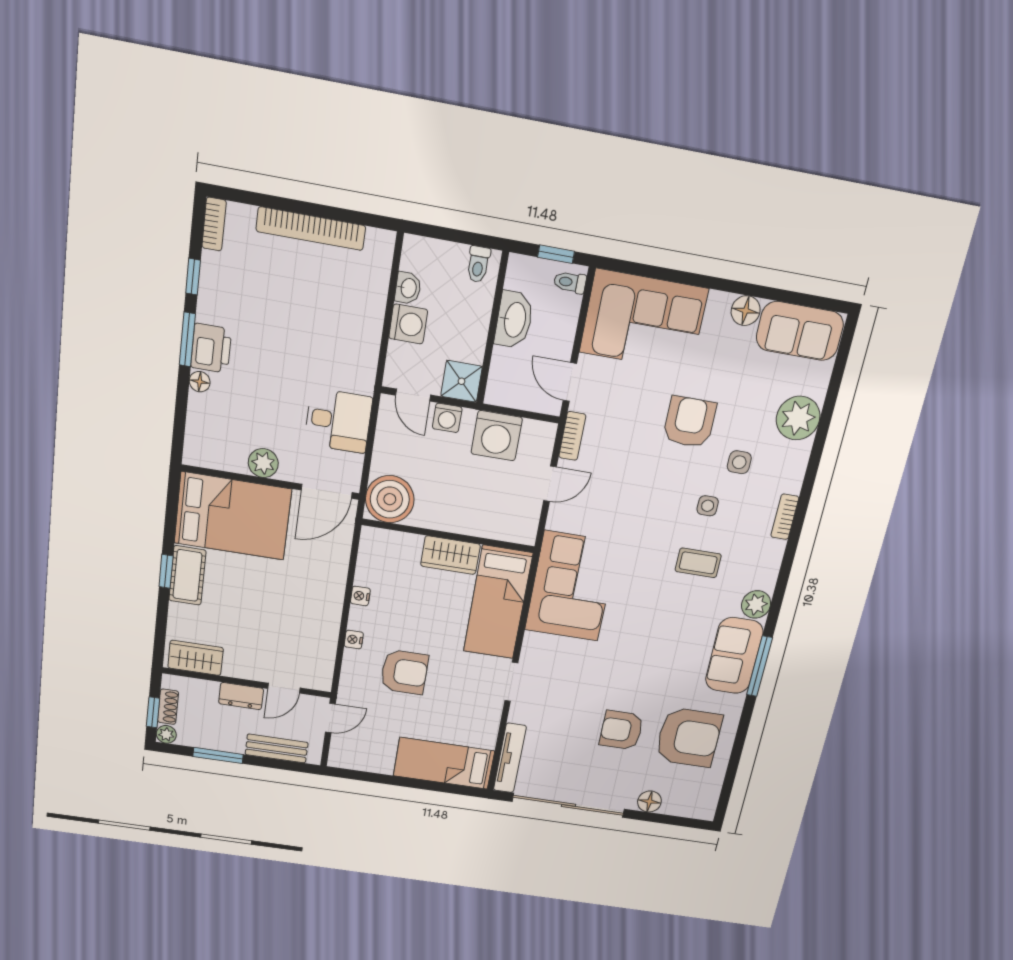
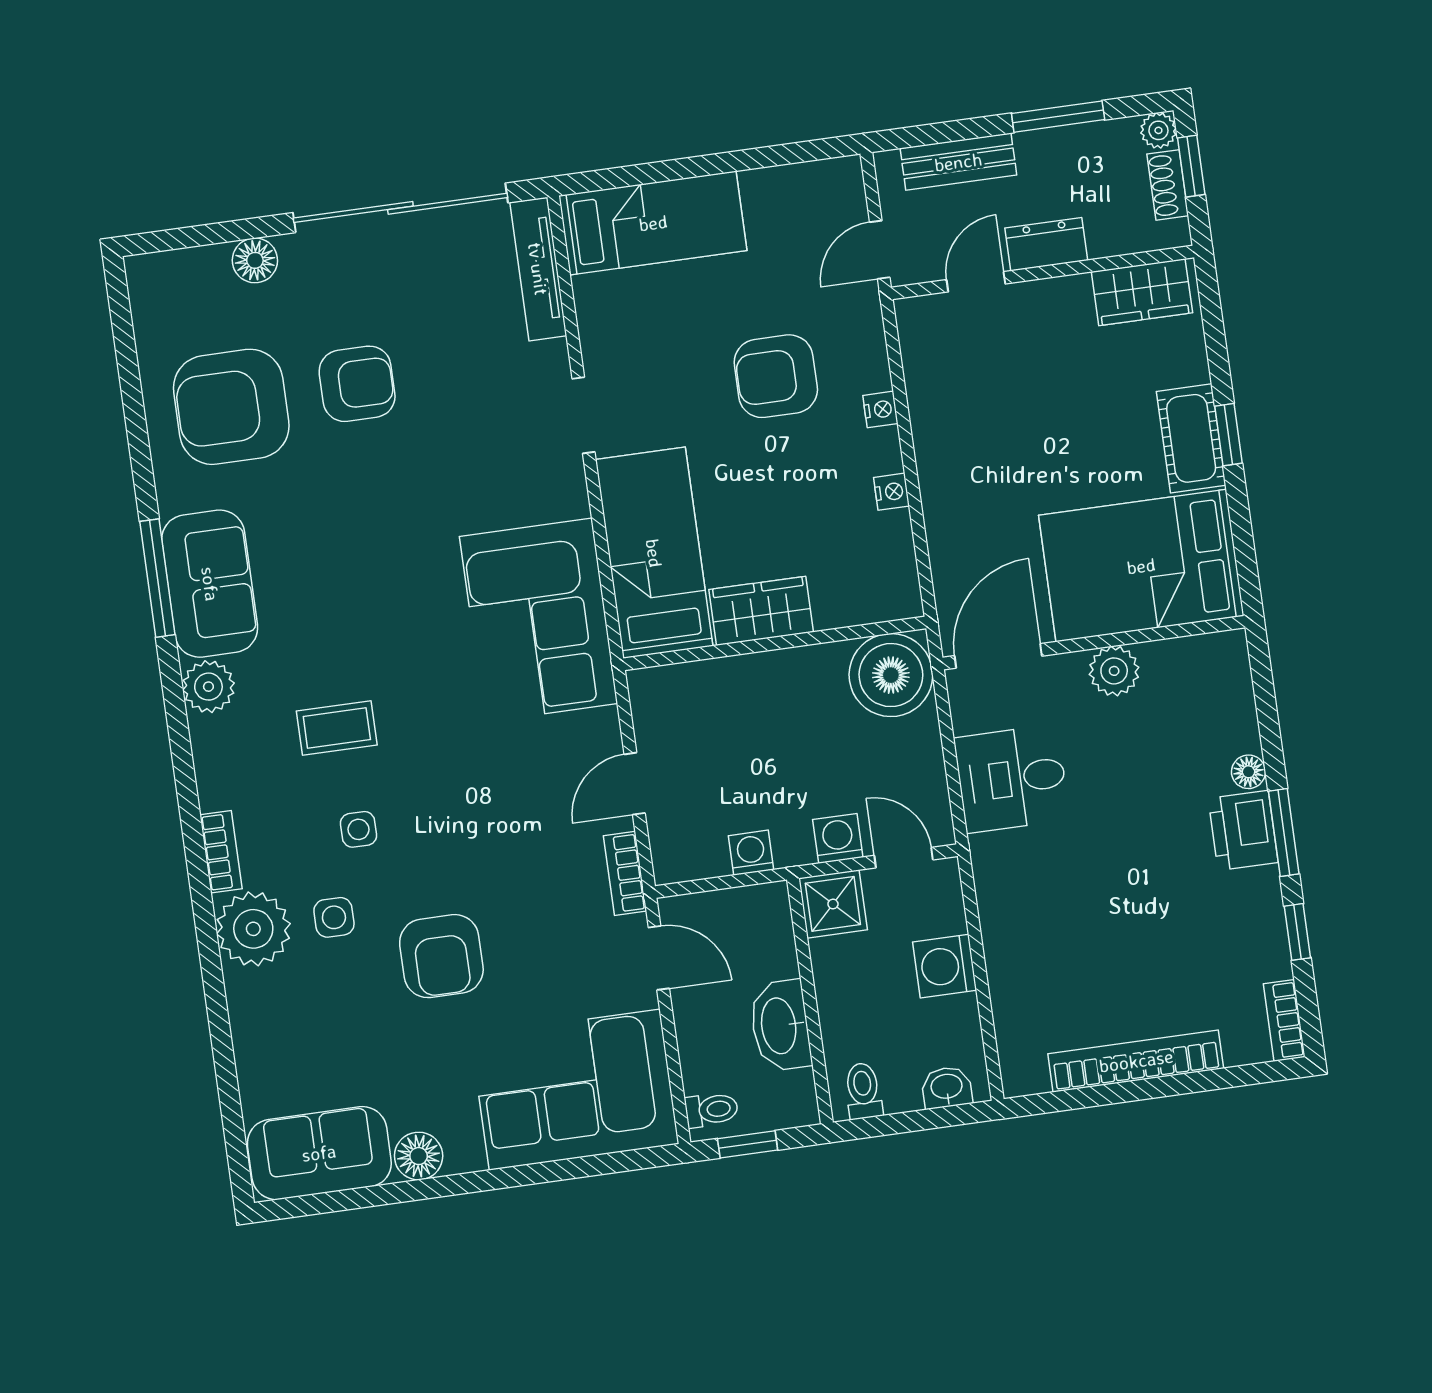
washbasin: (408, 288) -> (947, 1087), moved, turned 90
plant: (798, 418) -> (253, 929), moved
washing machine: (497, 436) -> (751, 853), width x0.53, depth x0.53

